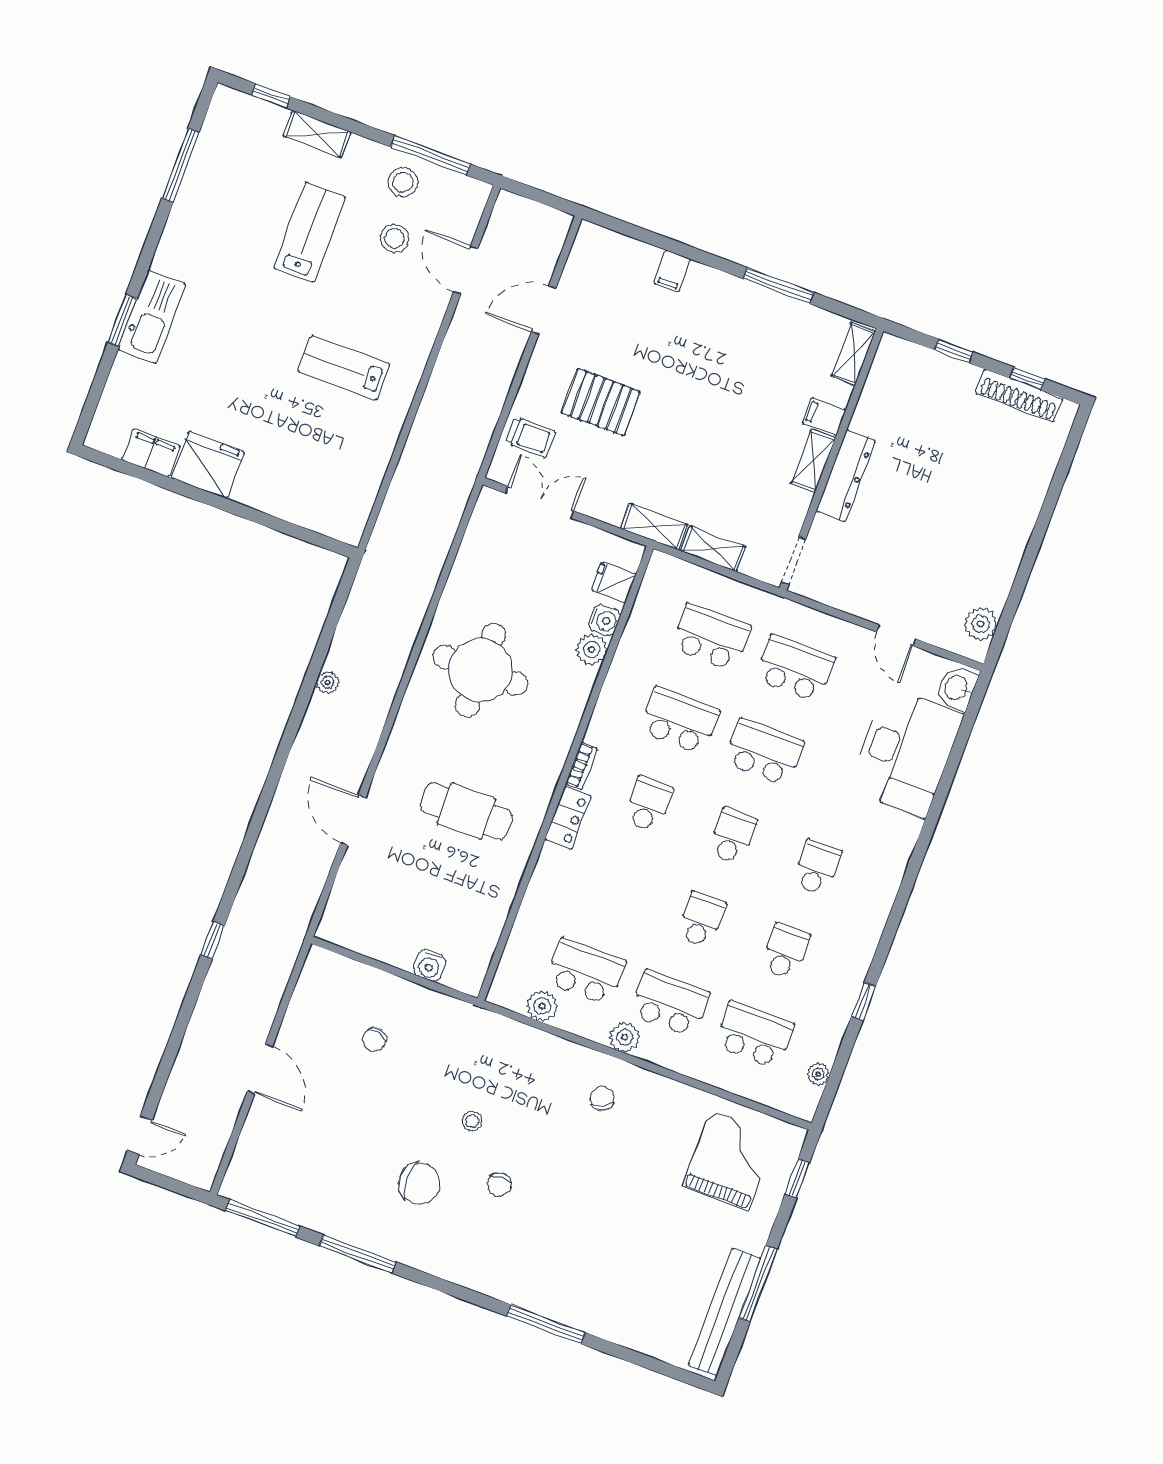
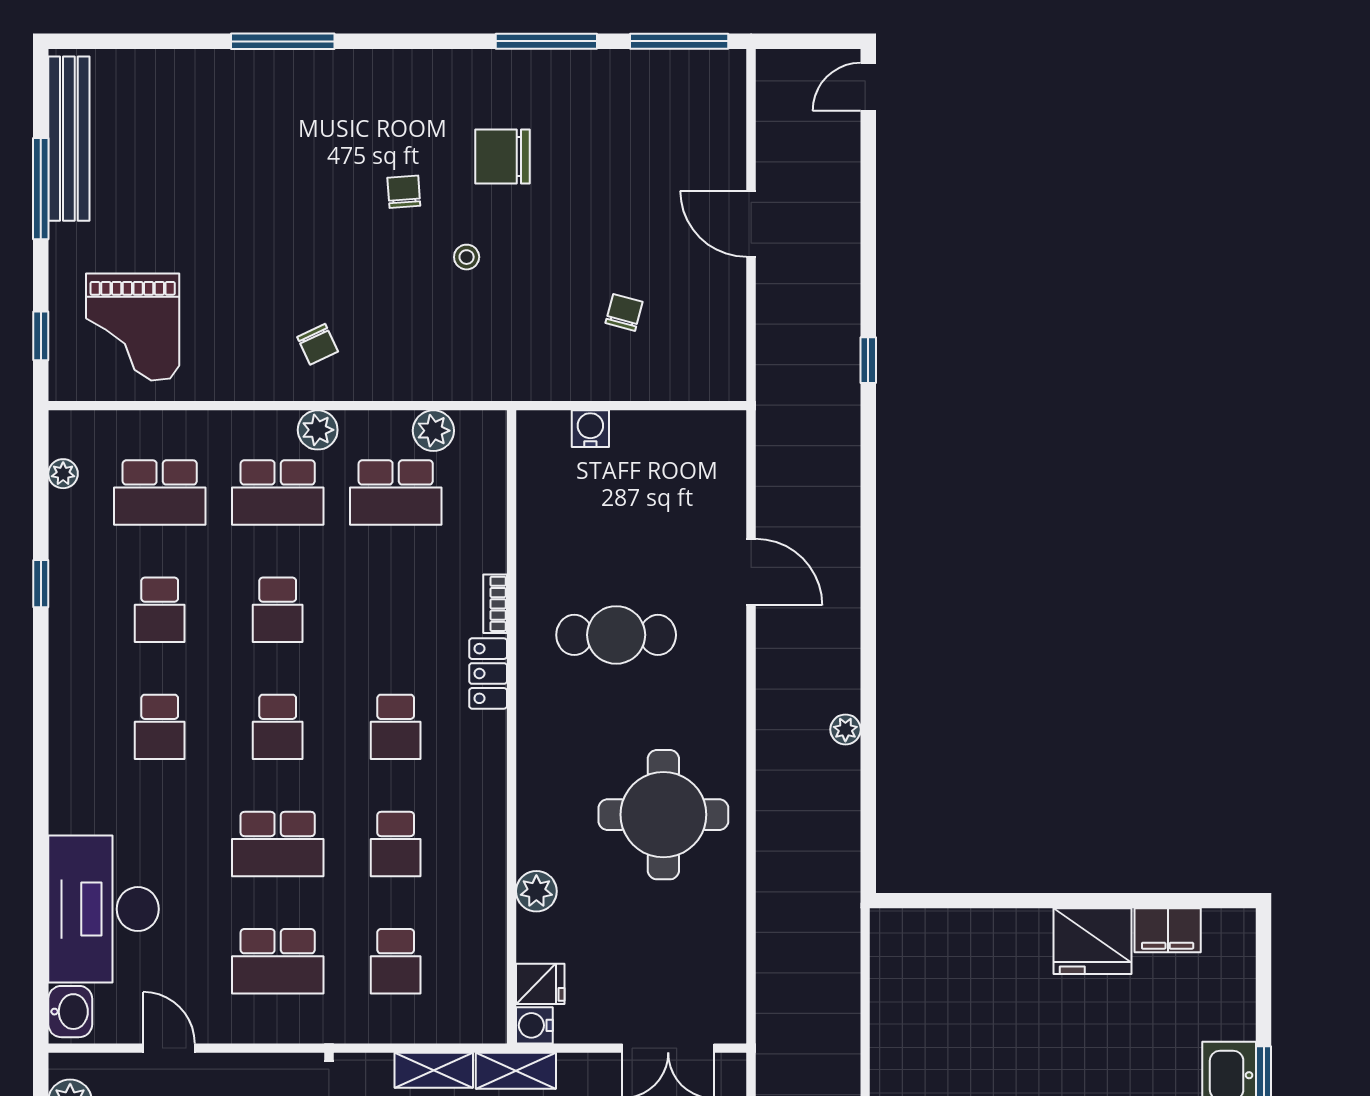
water cooler: (604, 620) -> (534, 1025), moved
school desk: (711, 637) -> (396, 961), width x0.54
school desk: (680, 721) -> (396, 844), width x0.54
bookcase: (581, 766) -> (495, 604), moved

